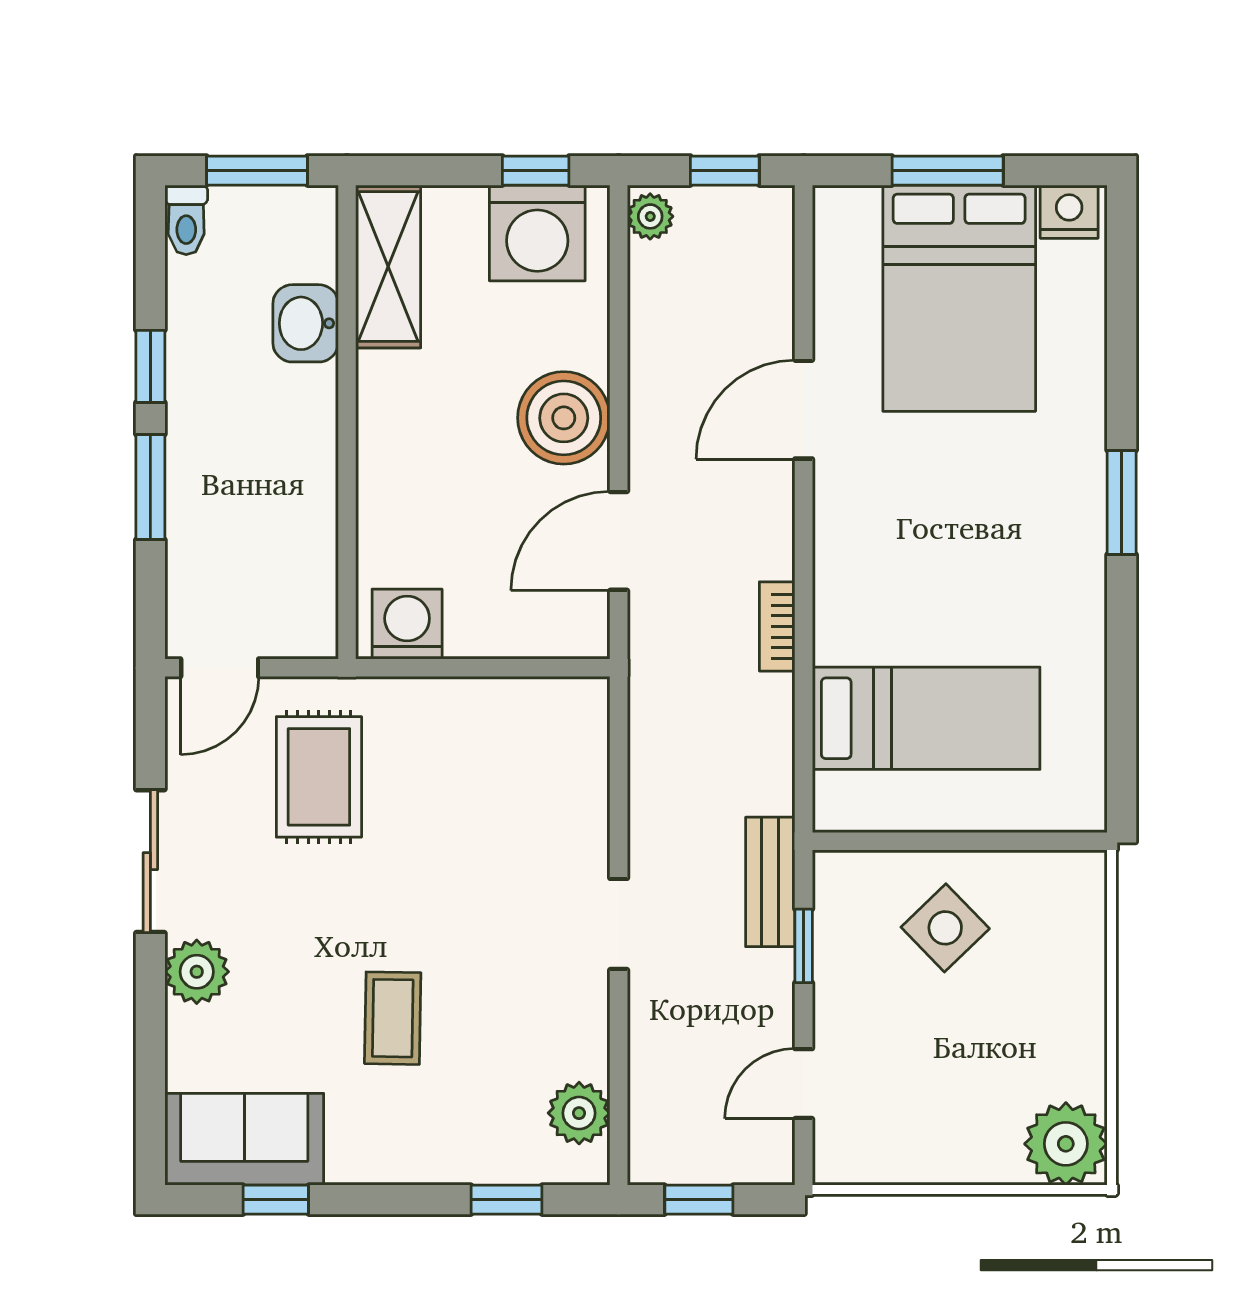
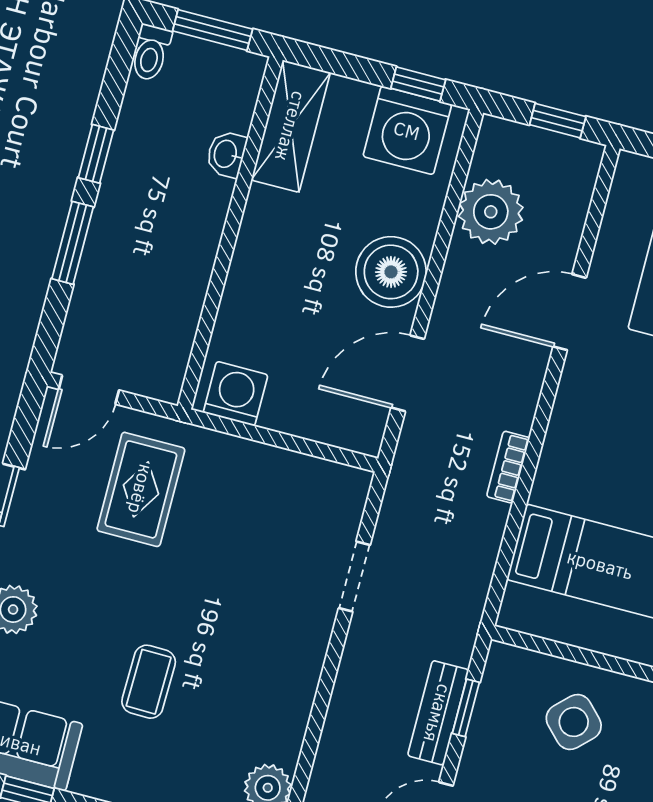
plant: (650, 216) -> (491, 212), moved, width x1.87, depth x1.87
washbasin: (306, 323) -> (226, 154), width x0.72, depth x0.69
bench: (770, 882) -> (438, 713), moved
doorway: (619, 924) -> (354, 576), moved

